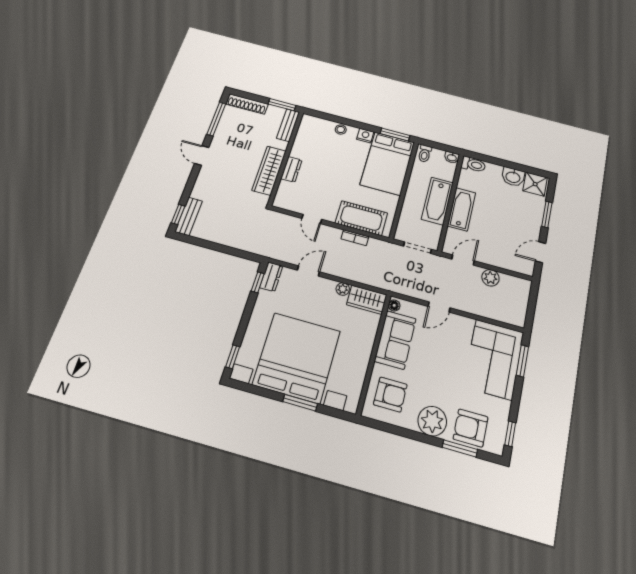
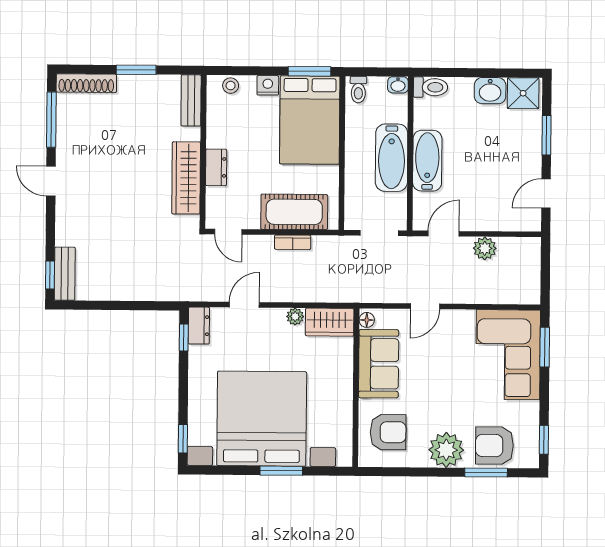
bench: (288, 125) -> (191, 100), moved
wall: (286, 158) -> (203, 152), moved
dresser: (291, 169) -> (216, 167), moved
wardrobe: (269, 171) -> (186, 178), moved

